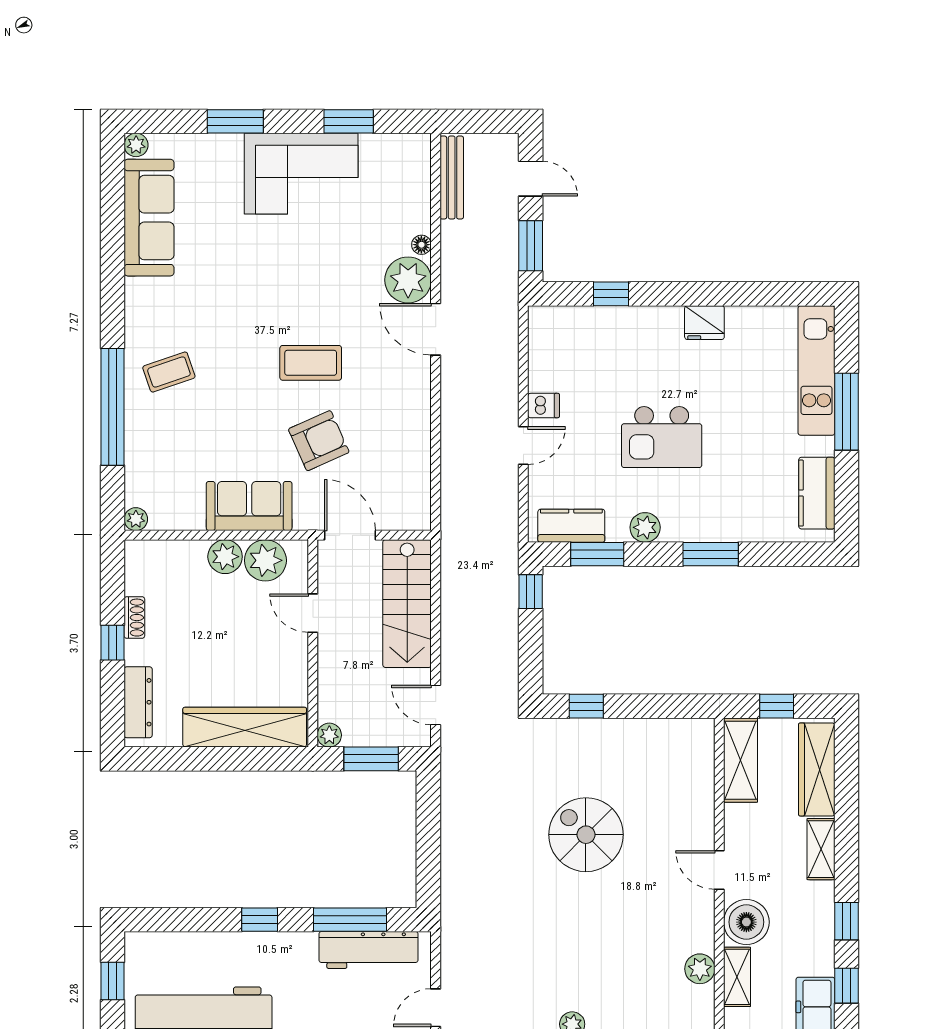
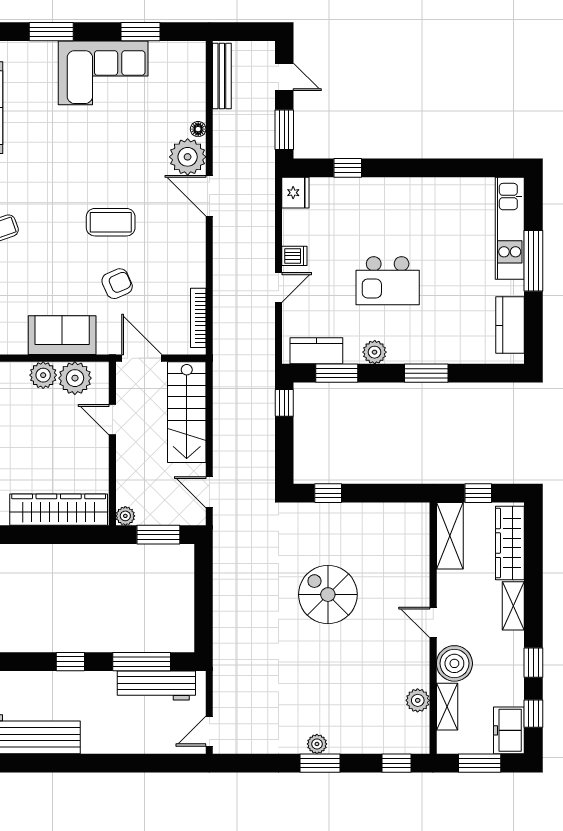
fridge: (704, 323) -> (295, 193), moved, turned -90
armchair: (319, 441) -> (117, 284), width x0.72, depth x0.72
bookcase: (422, 484) -> (198, 318), added

